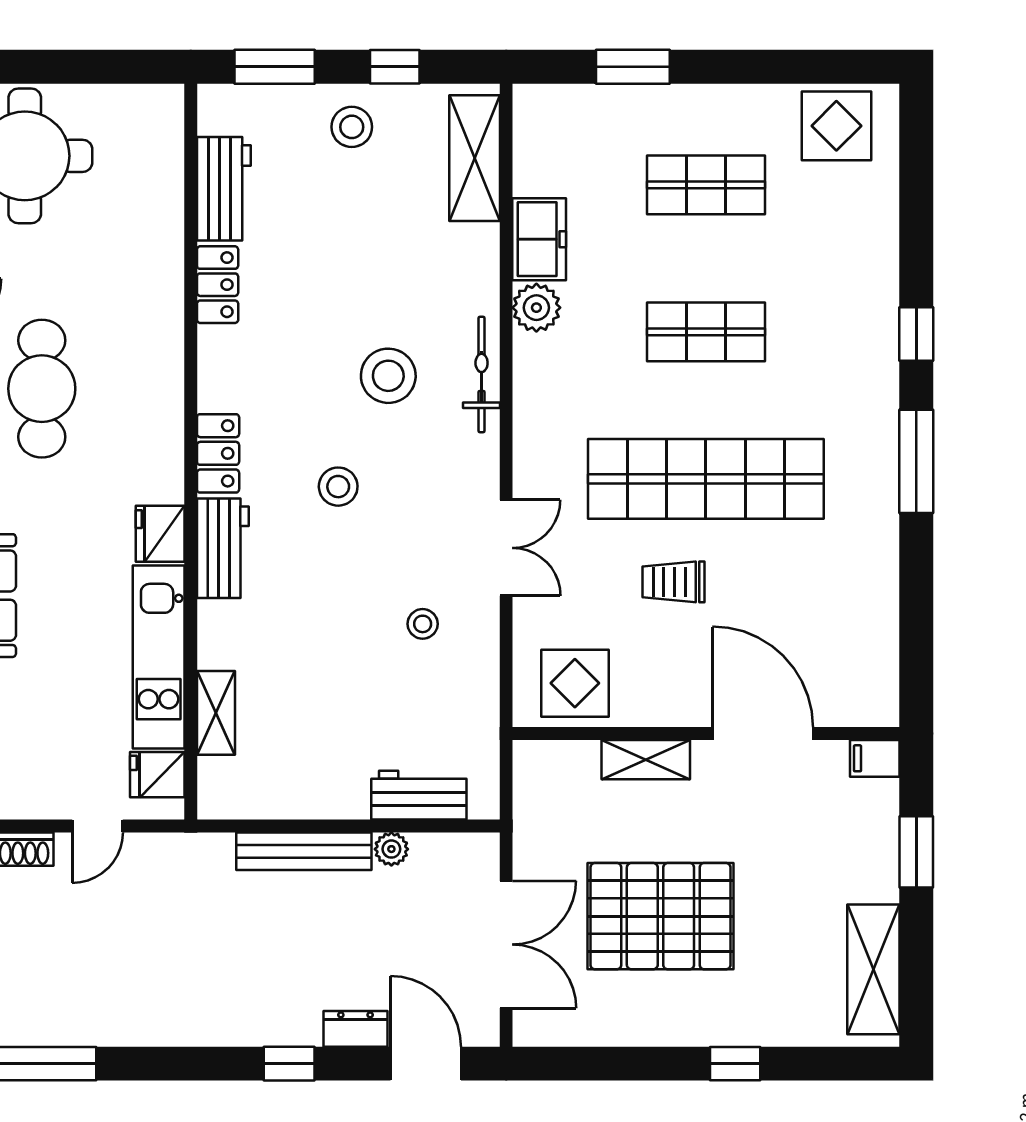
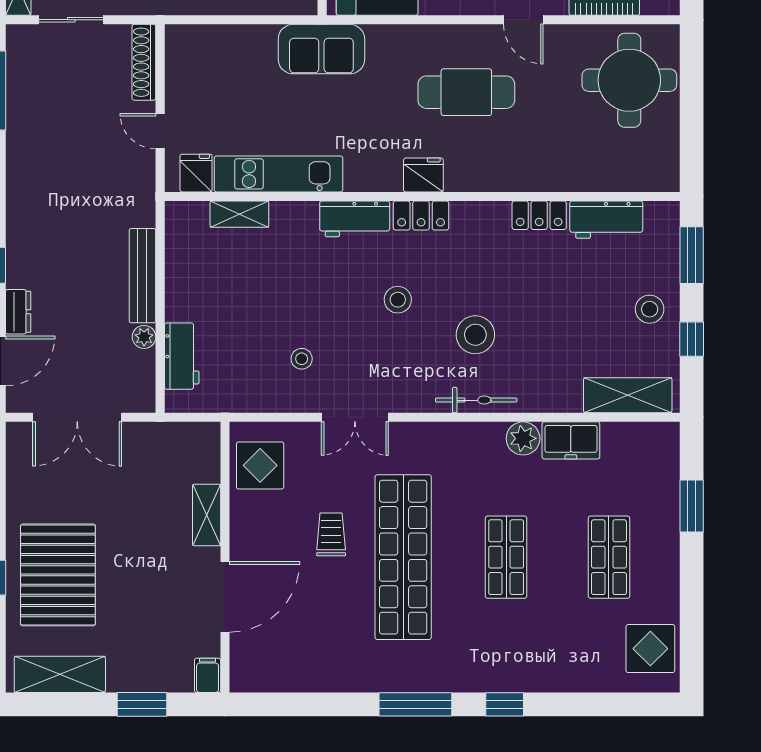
fridge: (160, 534) -> (423, 175), moved
pallet: (660, 916) -> (58, 575), moved

